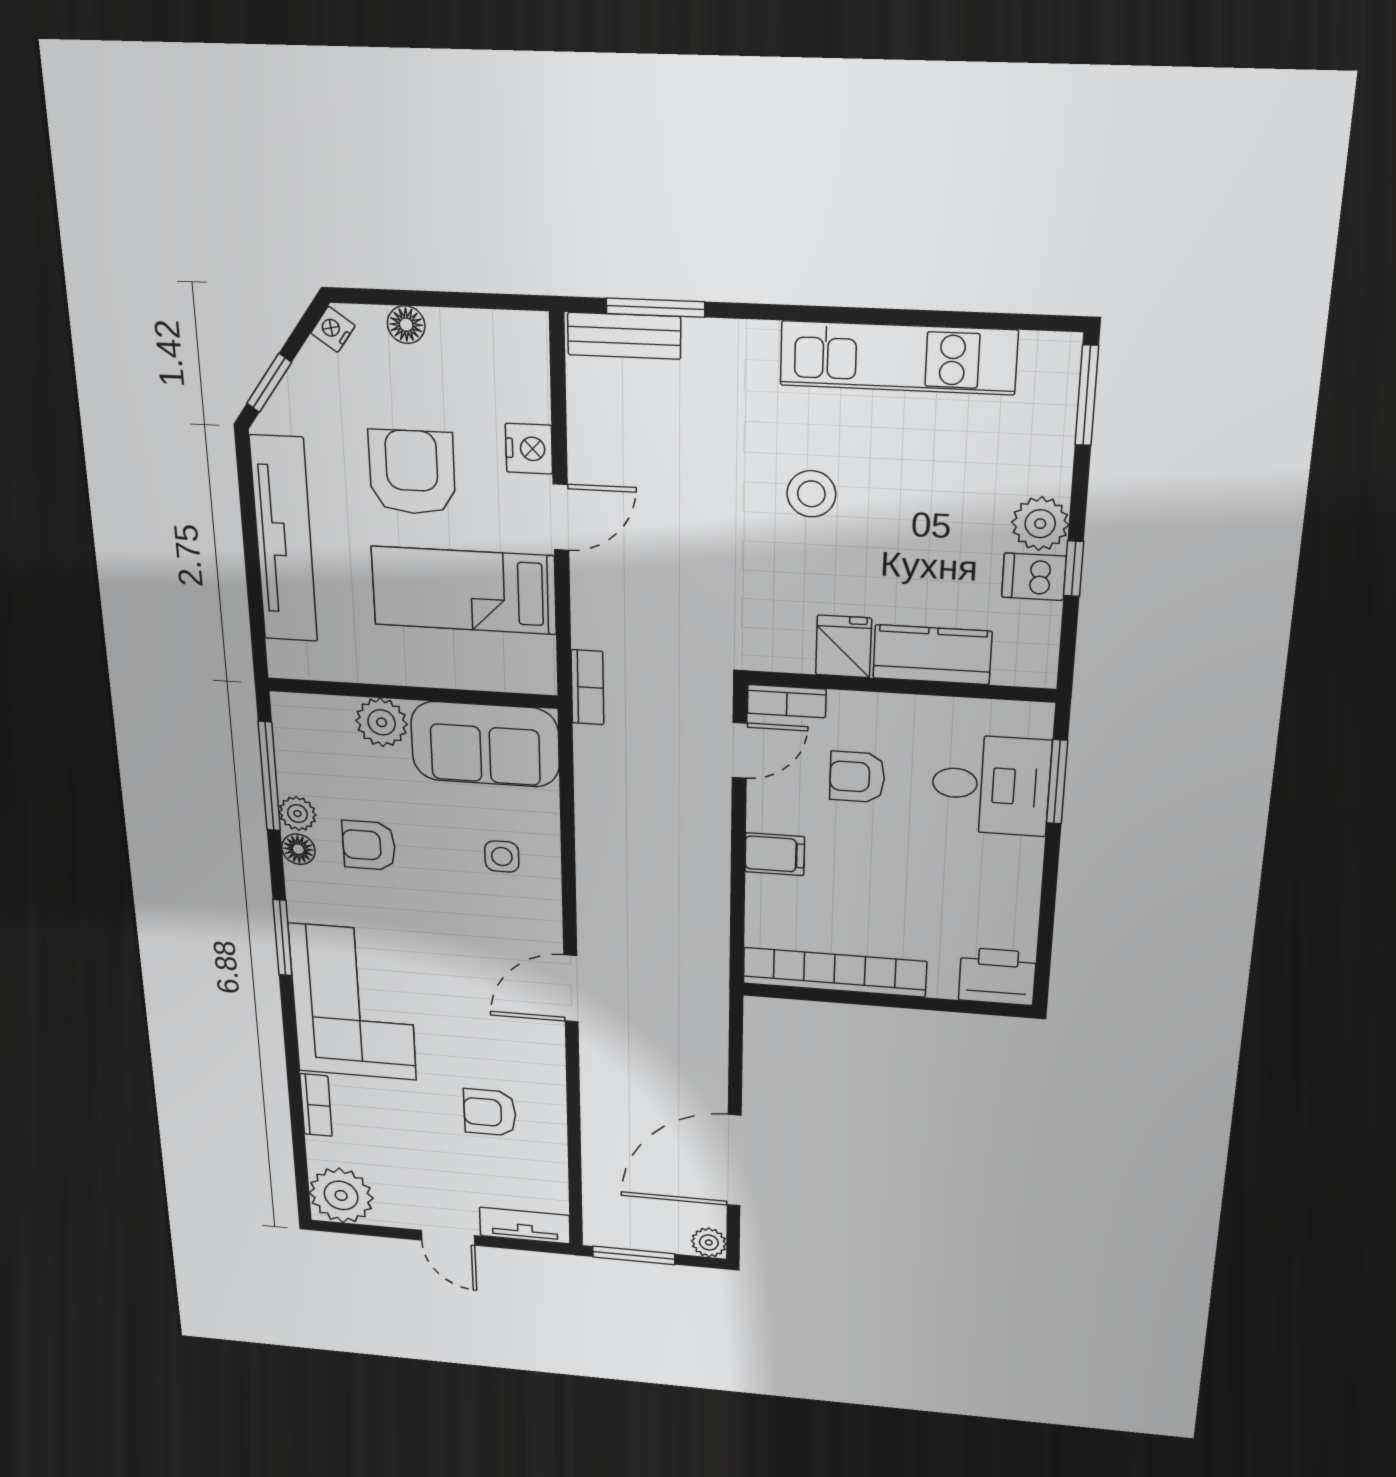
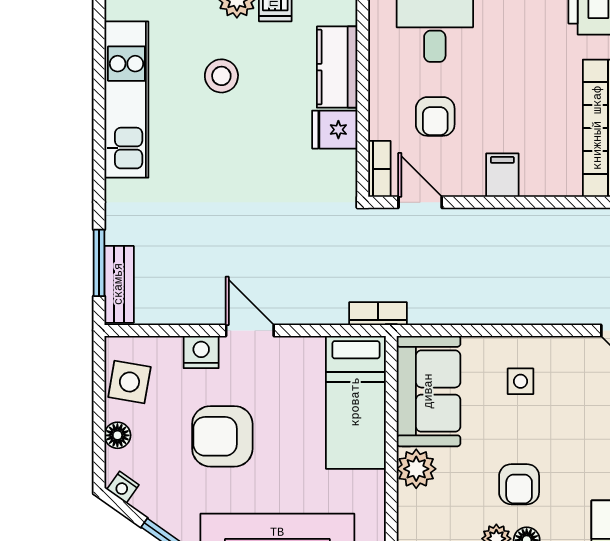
side table: (483, 345) -> (129, 382), added
stool: (811, 494) -> (221, 76), moved
bed: (464, 590) -> (356, 402), moved

